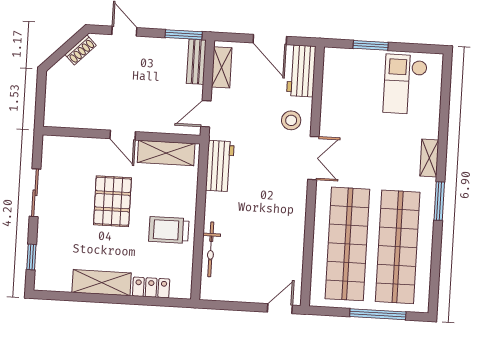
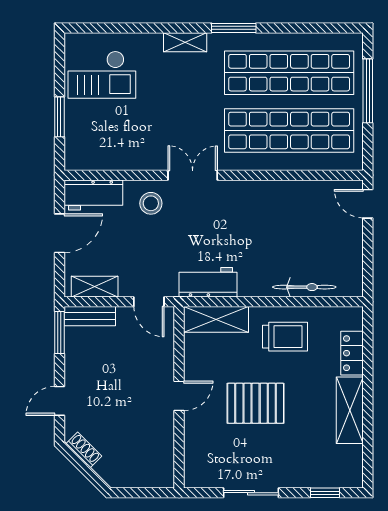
shelving: (166, 153) -> (216, 319), moved, turned 90
trolley: (169, 230) -> (285, 337), turned -90

